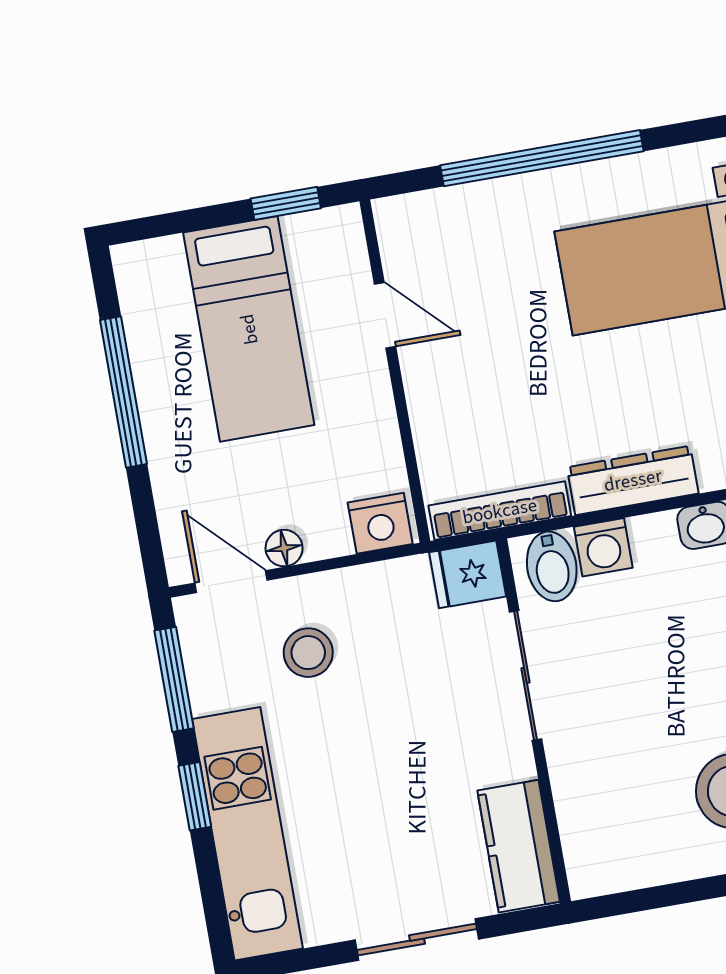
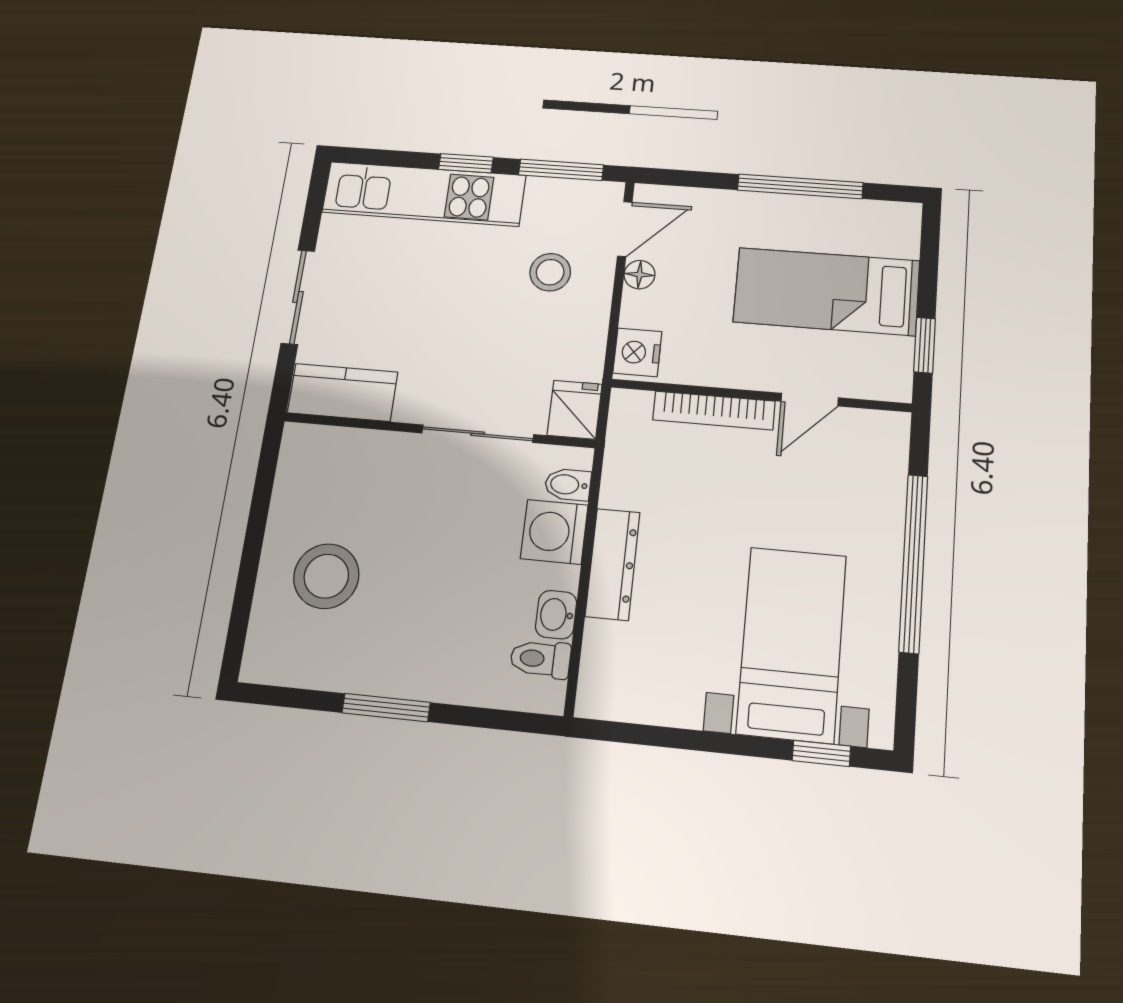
bookcase: (500, 511) -> (714, 411), moved, turned 90
washing machine: (603, 547) -> (554, 532), width x1.38, depth x1.38
bidet: (552, 566) -> (568, 485), width x0.72, depth x0.74

